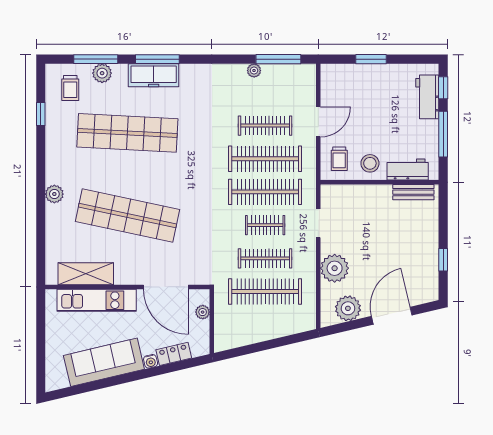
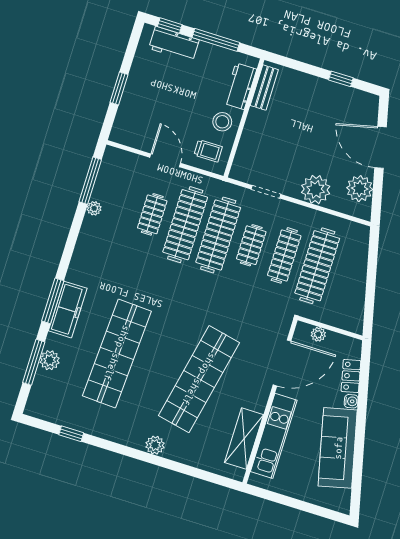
trolley: (70, 88) -> (55, 396), removed
clothes rail: (265, 126) -> (152, 214), width x0.73

